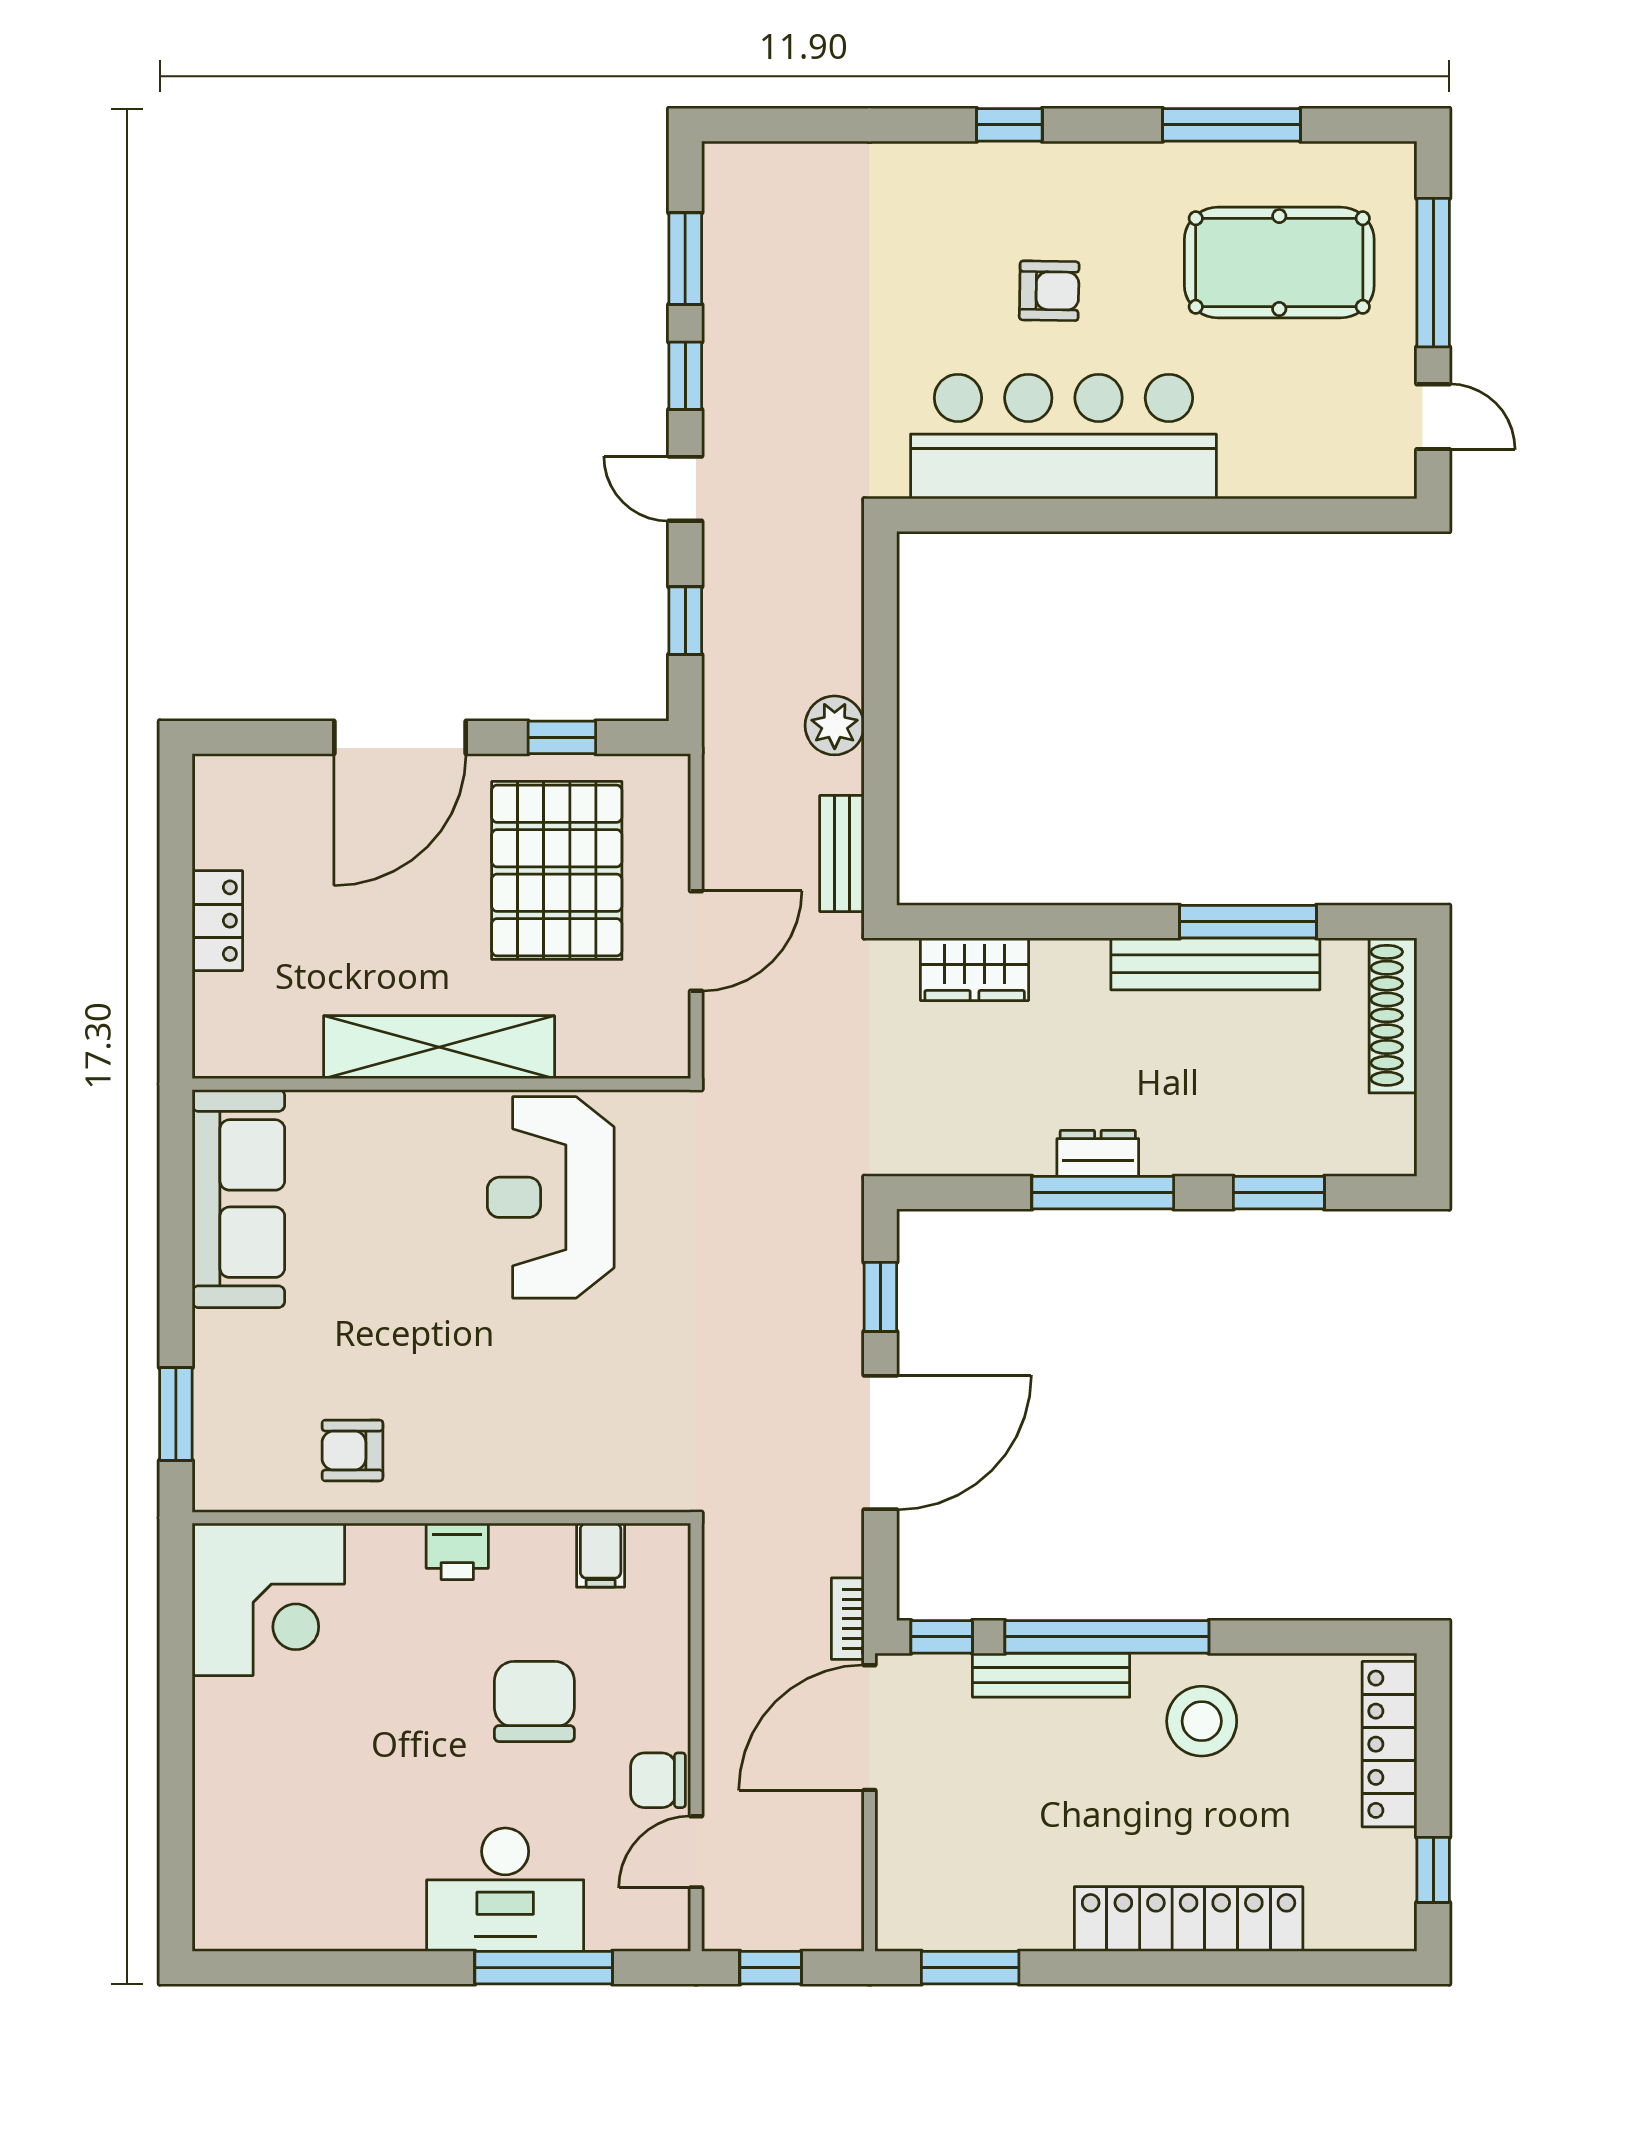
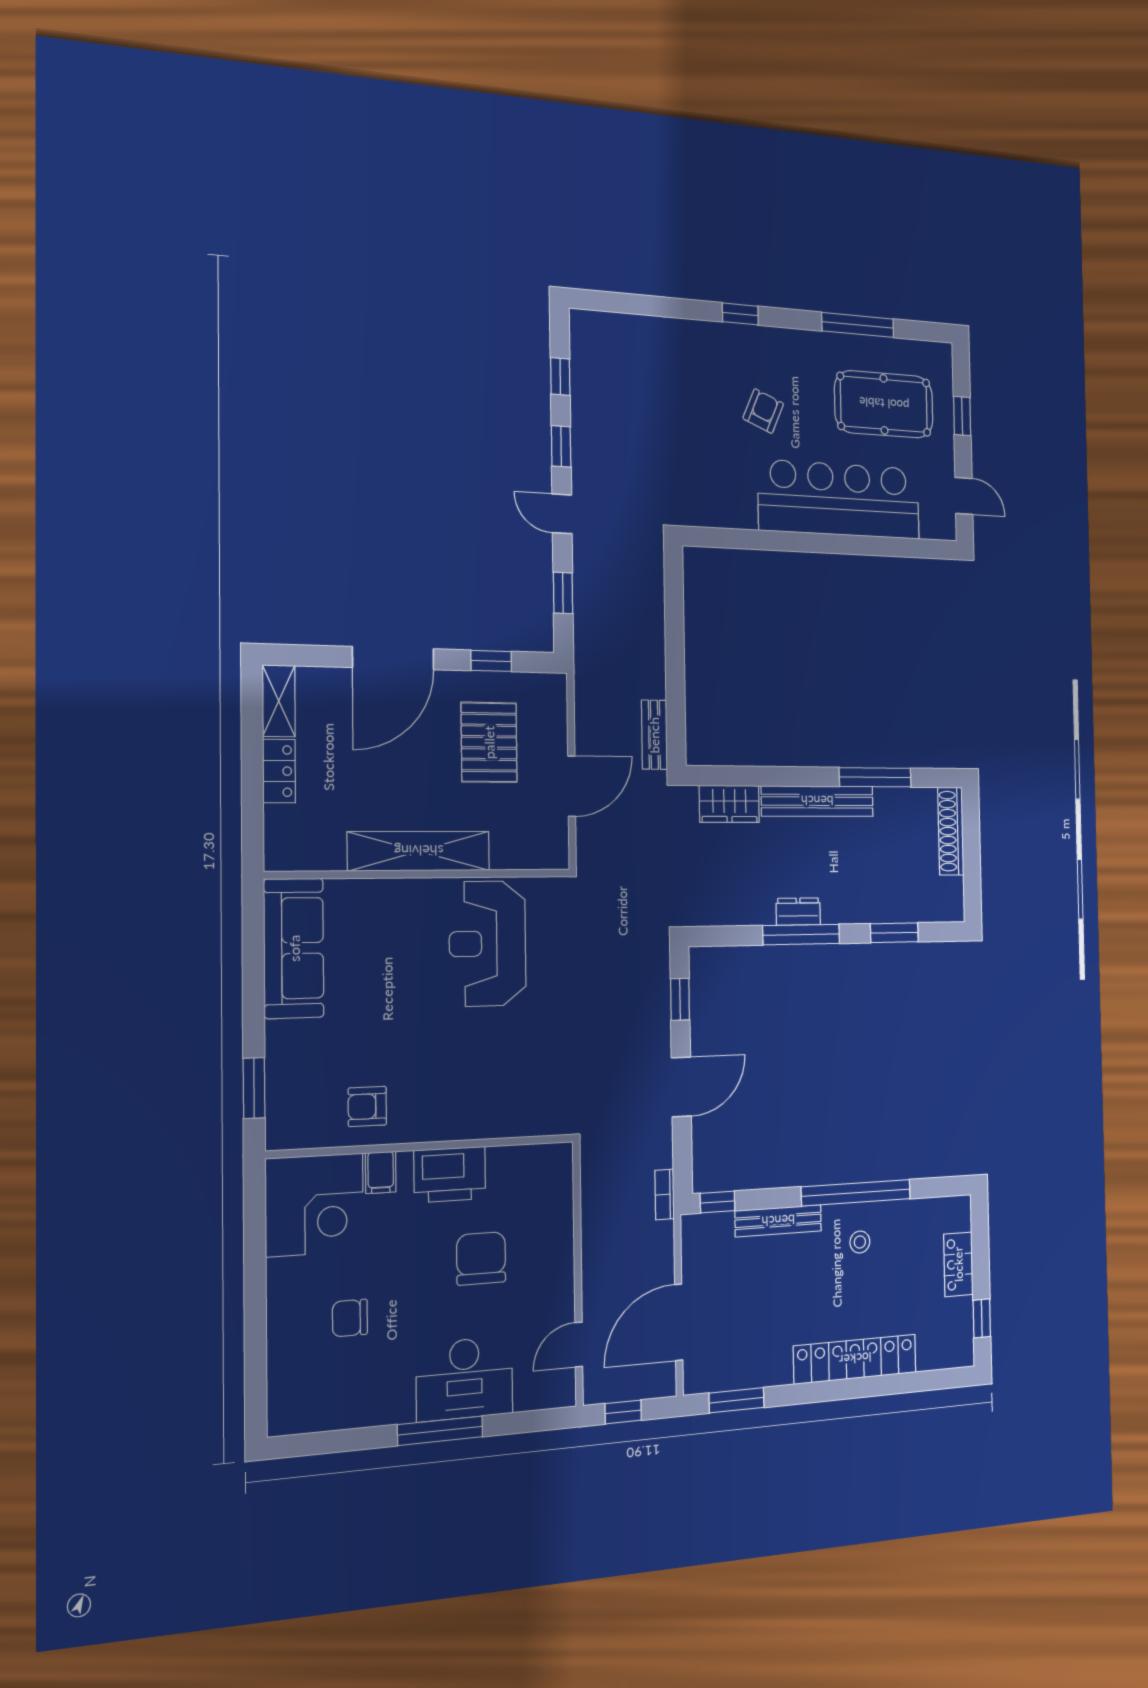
window: (685, 259) -> (560, 377), width x0.67
window: (1433, 273) -> (962, 416), width x0.46
armchair: (1049, 291) -> (763, 411), turned -68
bar counter: (1063, 437) -> (839, 499), moved
plant: (835, 725) -> (649, 658), removed
shelving: (217, 810) -> (279, 701), added
pallet: (557, 870) -> (489, 742), width x0.73, depth x0.71
bench: (1215, 964) -> (817, 801), moved
door: (880, 1443) -> (681, 1087), width x0.73
printer: (457, 1551) -> (450, 1175), width x1.87, depth x1.48
filing cabinet: (601, 1555) -> (381, 1172), moved
window: (1107, 1637) -> (856, 1193), moved
stool: (1202, 1721) -> (860, 1242), width x0.53, depth x0.53
door: (870, 1728) -> (679, 1322), moved
locker: (1390, 1744) -> (958, 1264), width x0.66
chair: (658, 1780) -> (350, 1318), moved
window: (544, 1968) -> (440, 1431), moved

